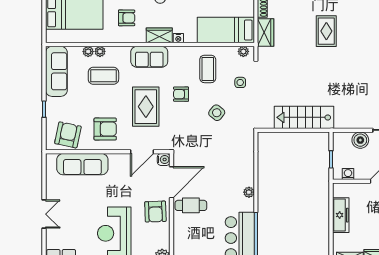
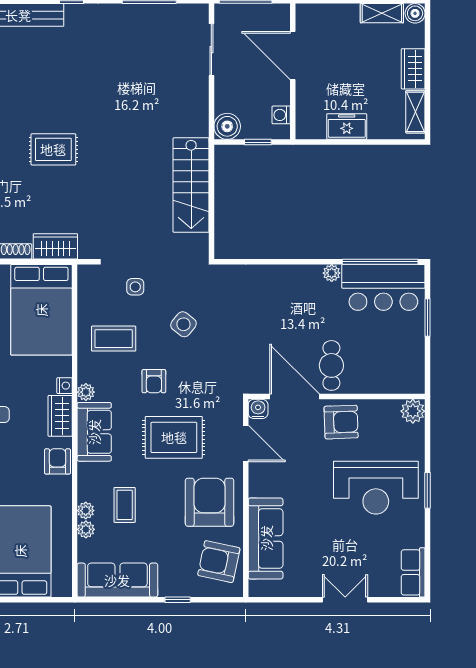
armchair: (127, 18) -> (58, 461), moved
bed: (226, 30) -> (41, 310), width x1.50
plant: (243, 51) -> (86, 392), moved
coffee table: (103, 76) -> (125, 505), width x0.73, depth x0.77
armchair: (105, 129) -> (210, 502), width x1.36, depth x1.36
boiler: (360, 140) -> (227, 126), moved
plant: (249, 192) -> (332, 273), moved
freezer: (341, 215) -> (347, 127), width x0.71

